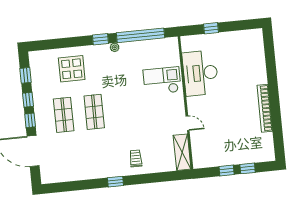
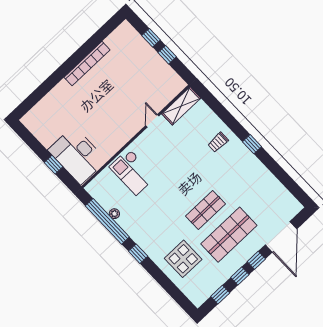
plant: (115, 47) -> (114, 214), moved
desk: (200, 73) -> (77, 155), moved, turned 90
shop shelf: (64, 115) -> (229, 235), width x1.43, depth x1.36

